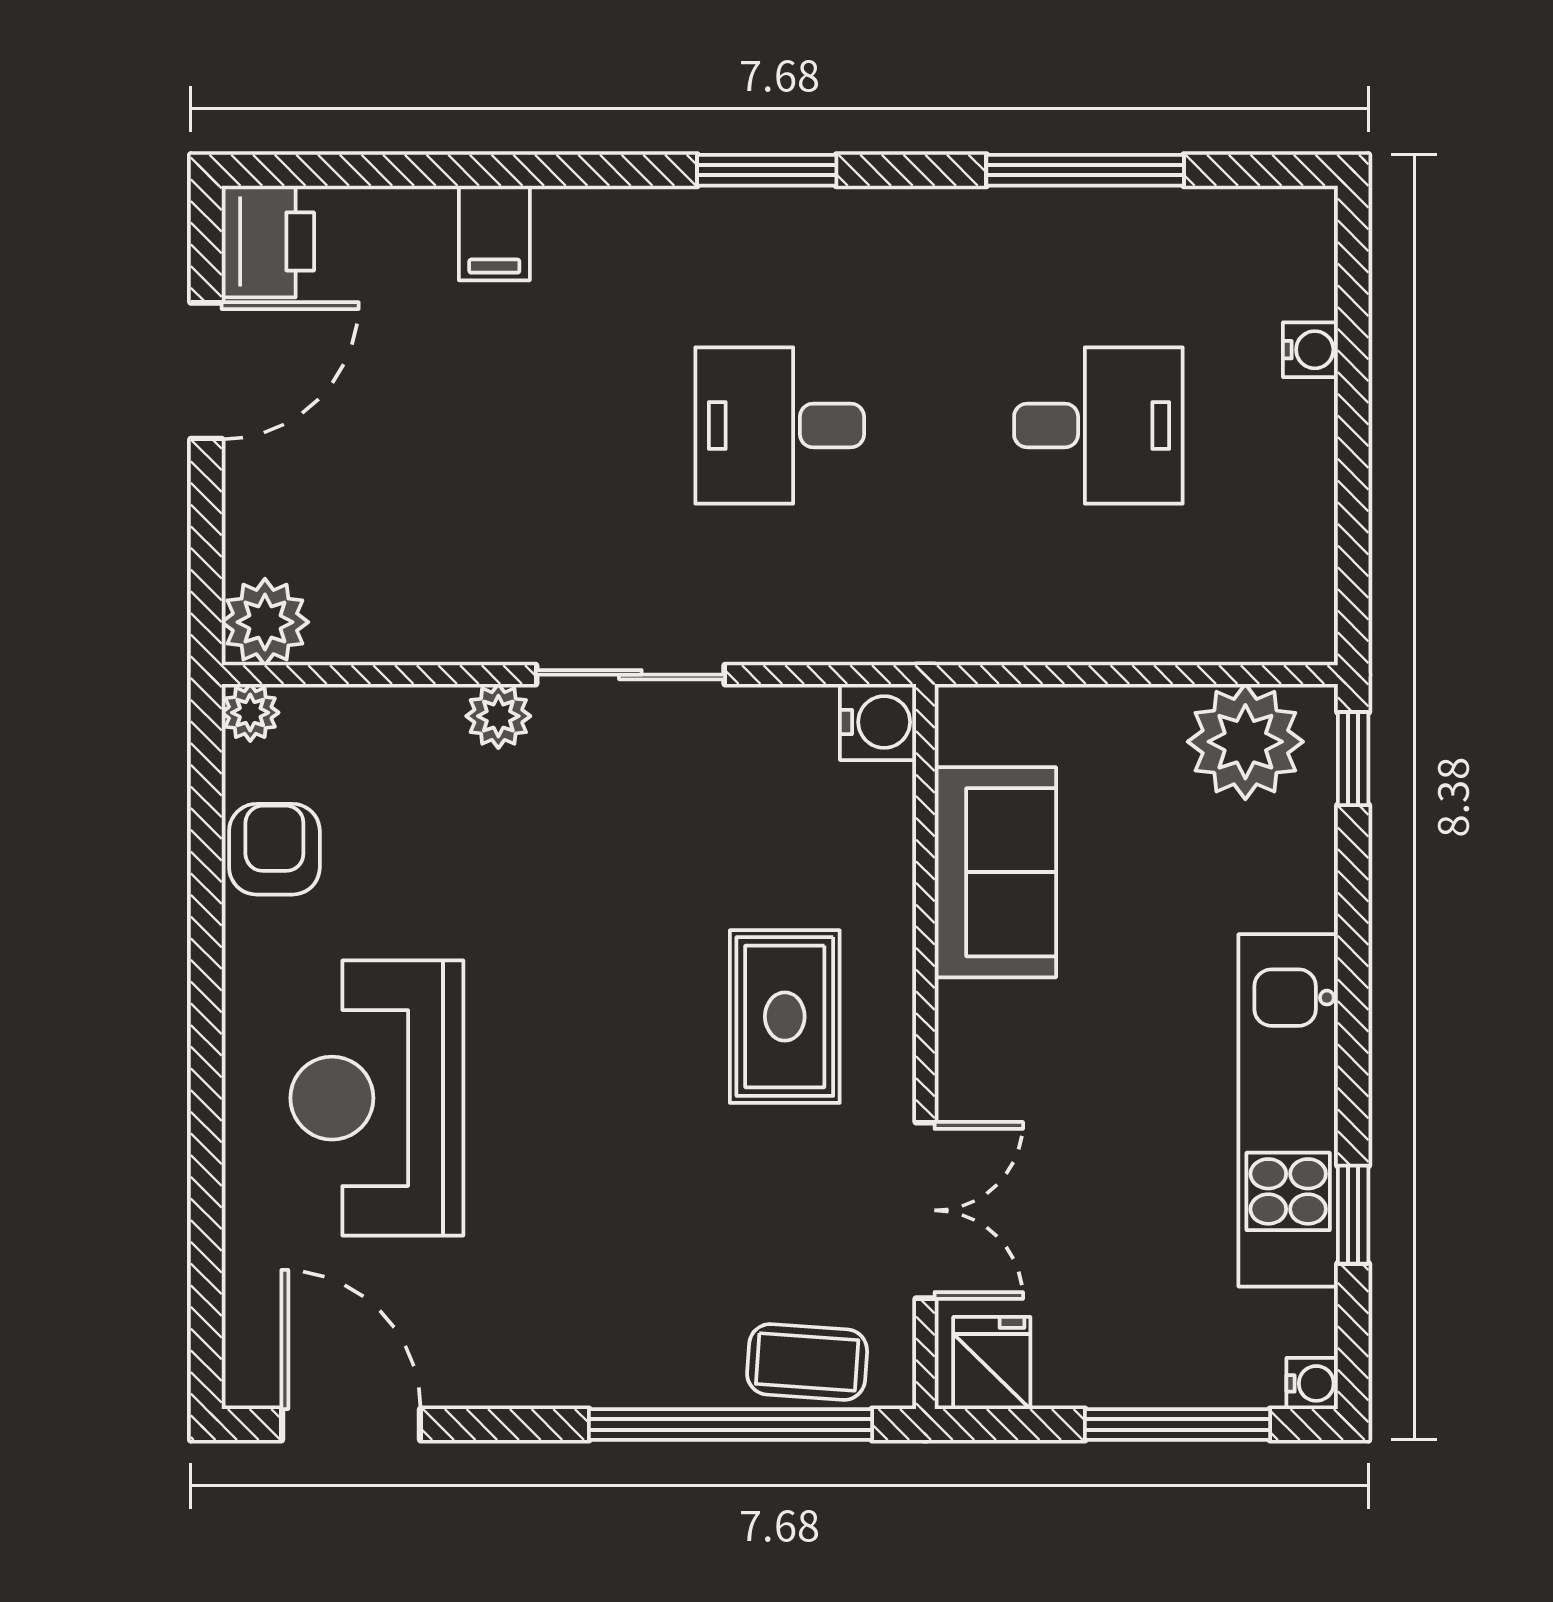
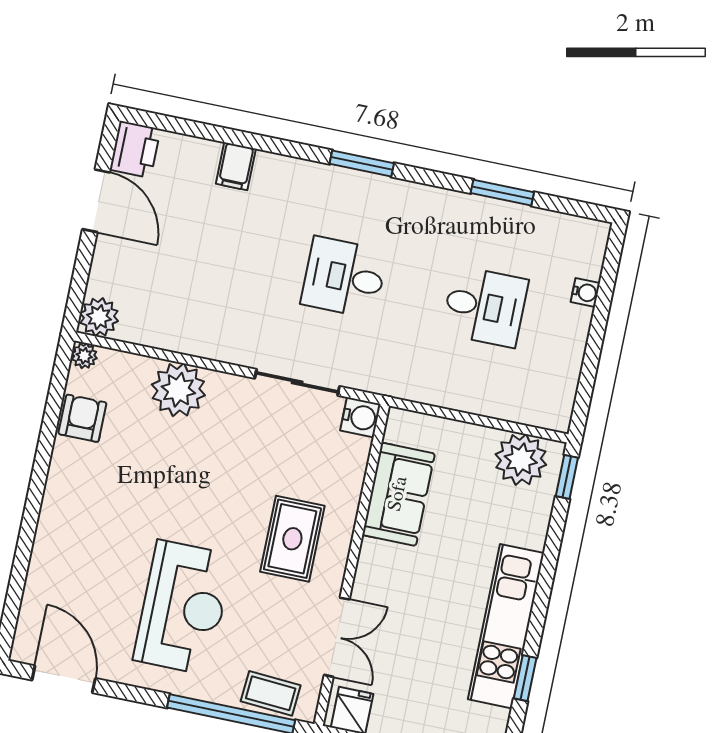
window: (1085, 170) -> (502, 193), width x0.69
door: (206, 371) -> (96, 201), hinge flipped
sliding door: (630, 675) -> (297, 382), moved
plant: (498, 716) -> (178, 390), width x1.88, depth x1.88
reception desk: (377, 1098) -> (183, 607), moved, turned 180

